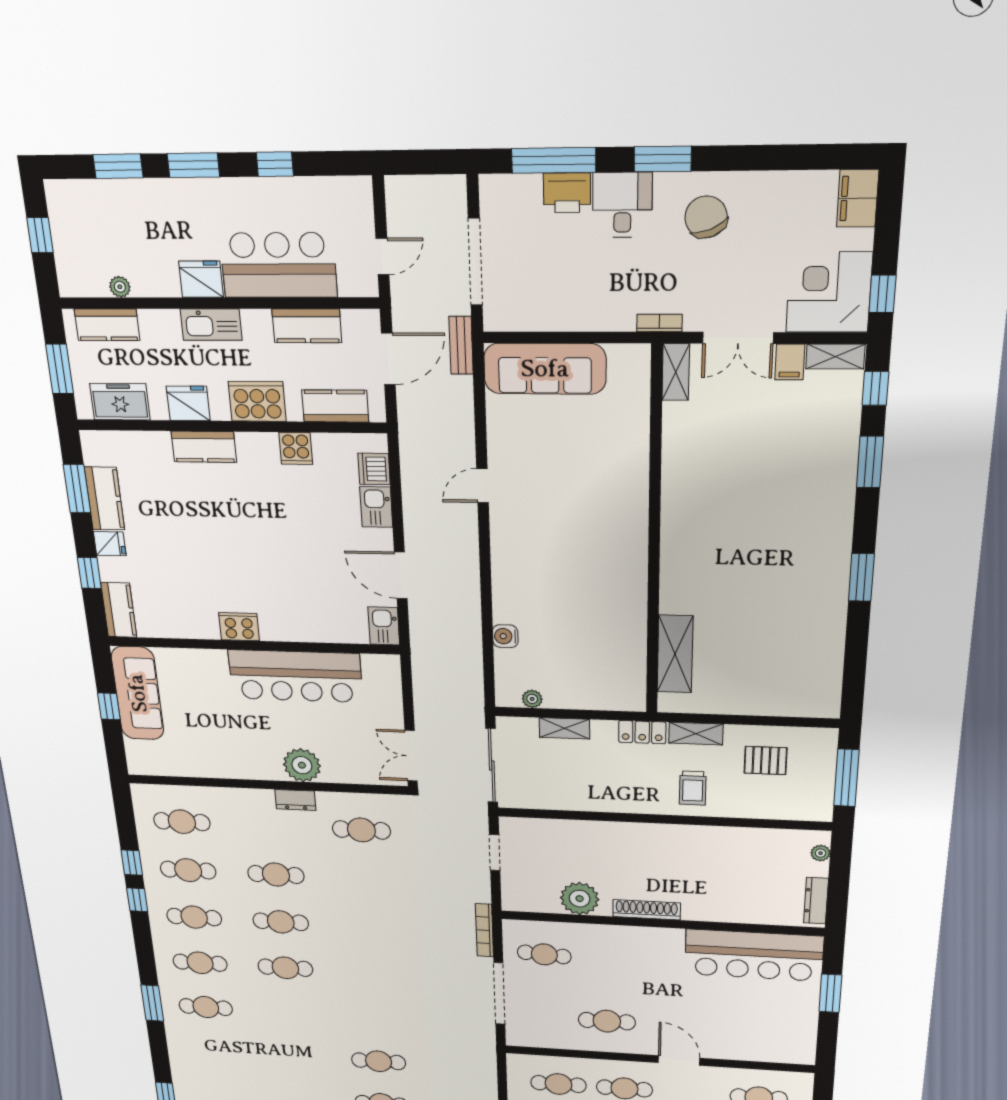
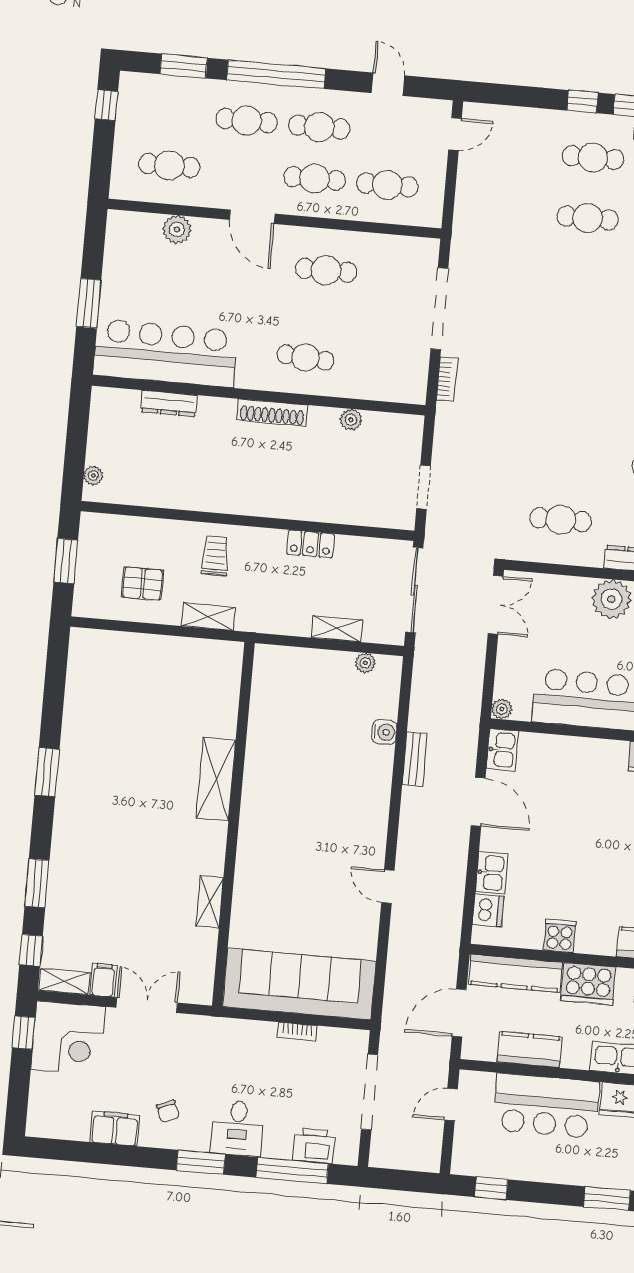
window: (275, 164) -> (491, 1188), moved
printer: (567, 193) -> (314, 1146), moved
filing cabinet: (858, 198) -> (115, 1129), moved, turned -90
chair: (706, 217) -> (168, 1111), width x0.54, depth x0.54
bookcase: (659, 323) -> (297, 1032), moved
bench: (461, 345) -> (415, 759), moved
sofa: (545, 369) -> (299, 984), width x1.36, depth x1.27
shelving: (676, 372) -> (210, 902), moved
kitchen counter: (335, 406) -> (515, 973), width x1.50
door: (483, 486) -> (388, 886), swing flipped
shelving: (675, 654) -> (216, 779), moved
plant: (391, 664) -> (502, 709), added
locker: (642, 732) -> (310, 544), moved, turned 180
window: (846, 778) -> (66, 561), width x0.69
plant: (580, 899) -> (351, 420), width x0.53, depth x0.53
dresser: (816, 901) -> (169, 403), moved, turned 90
bookcase: (484, 930) -> (447, 379), width x0.64
cafe table: (544, 954) -> (305, 357), moved
plant: (749, 1050) -> (177, 229), added

